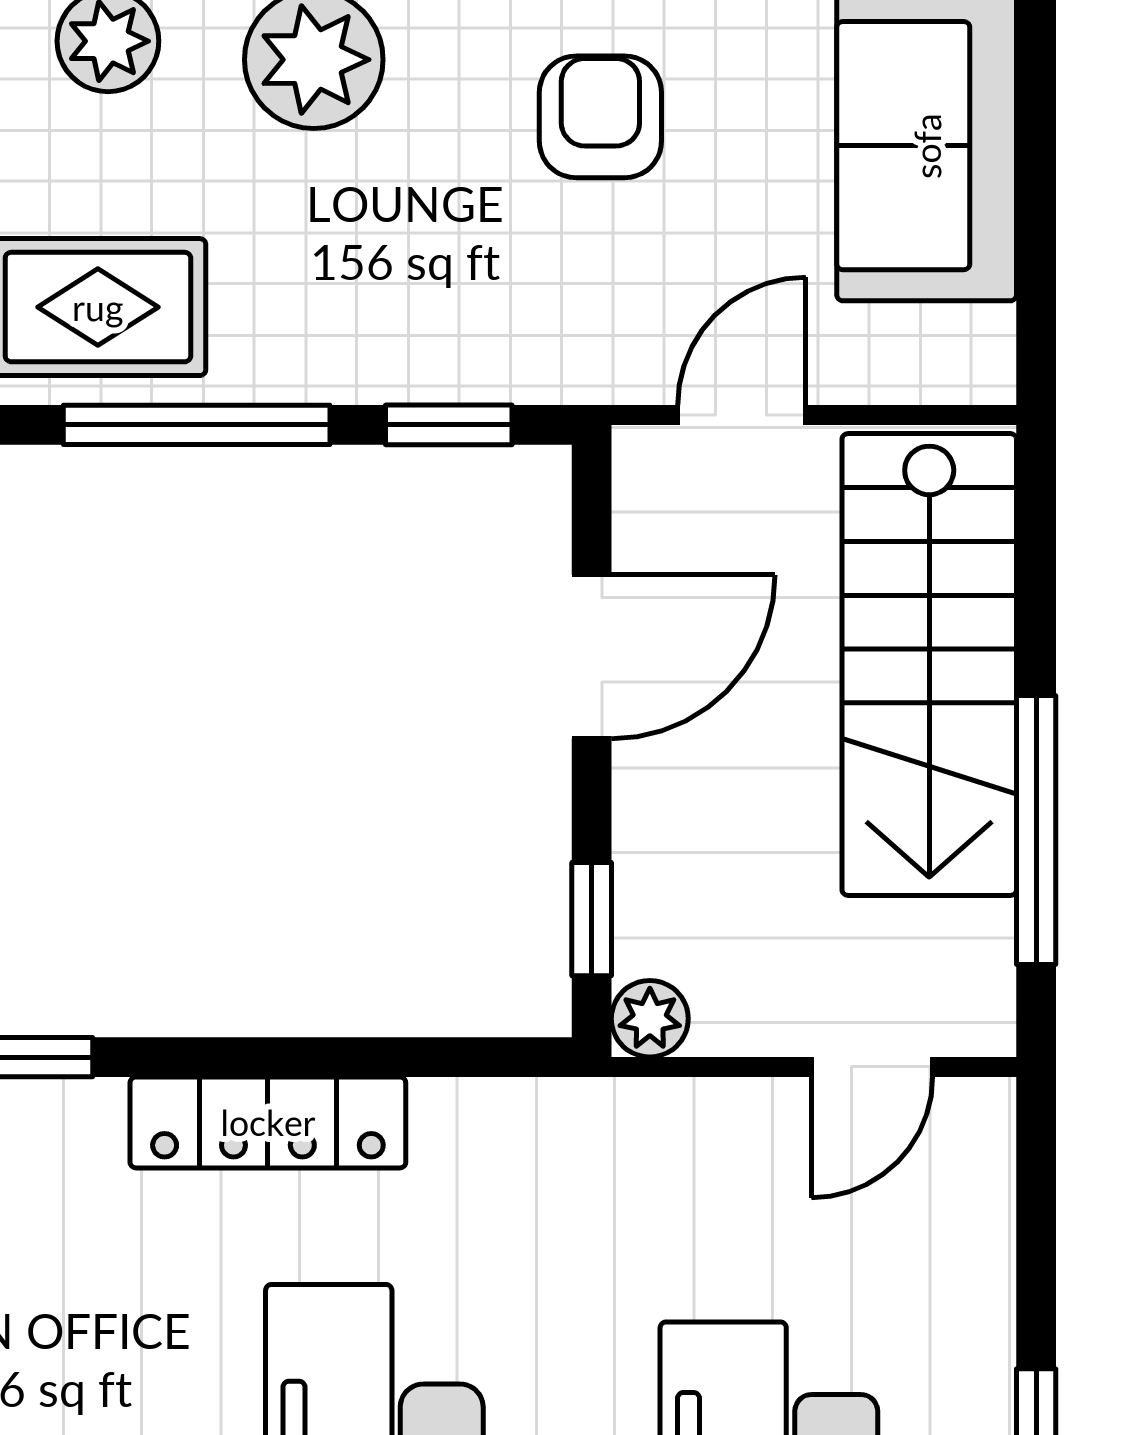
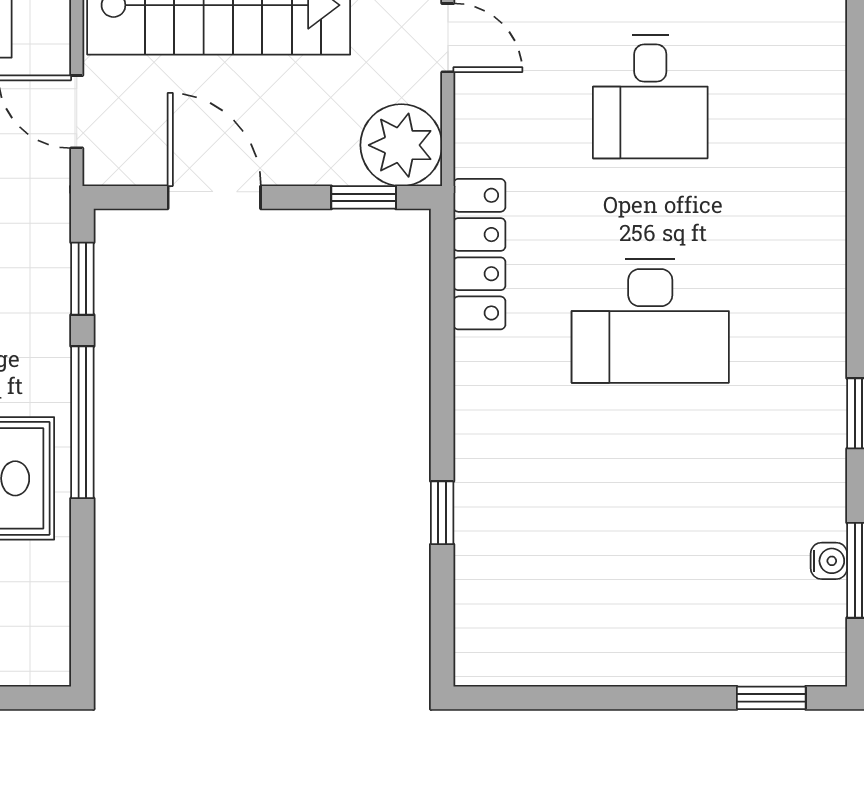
plant: (650, 1019) -> (401, 145), width x1.88, depth x1.88
locker: (268, 1122) -> (479, 254), moved

